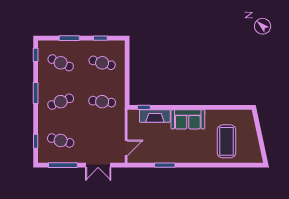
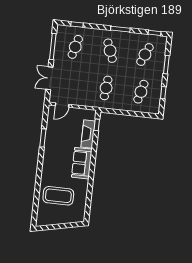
door: (126, 148) -> (62, 105), hinge flipped

